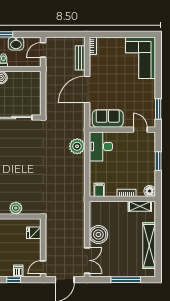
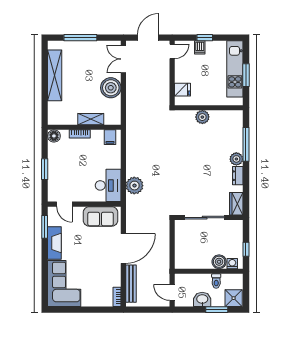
door: (43, 50) -> (172, 292), swing flipped
bench: (80, 58) -> (131, 284), width x1.36
fireplace: (149, 94) -> (54, 243), added
shelving: (140, 206) -> (91, 119), moved

